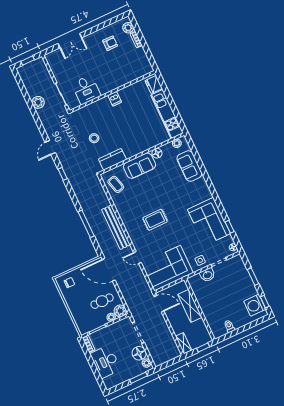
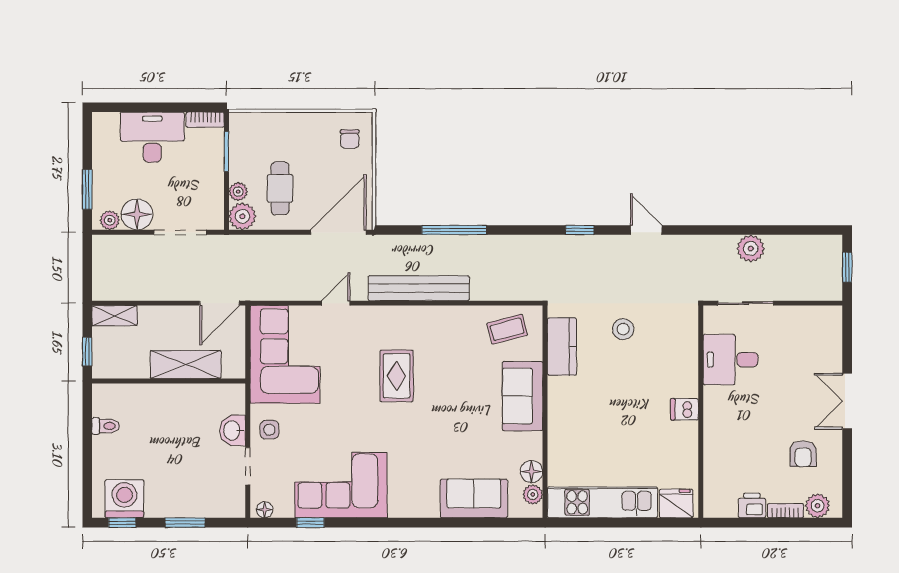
double door: (70, 41) -> (847, 401), moved
printer: (140, 54) -> (752, 506), added
floor lamp: (157, 153) -> (532, 471), moved

